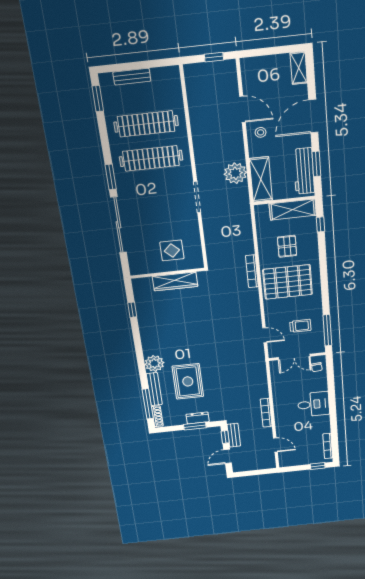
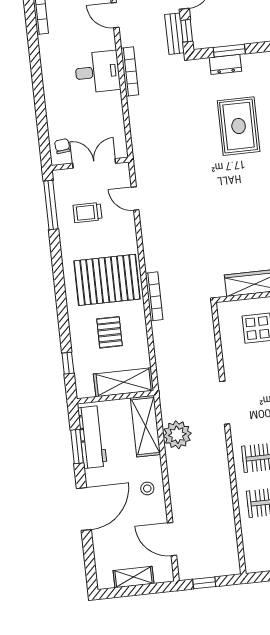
shelving: (299, 68) -> (134, 577), moved, turned 90
door: (243, 109) -> (172, 539), moved
shelving: (293, 210) -> (124, 382), moved
desk: (313, 404) -> (97, 72), moved, turned 180

